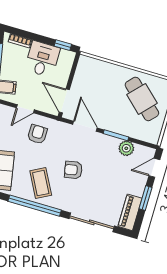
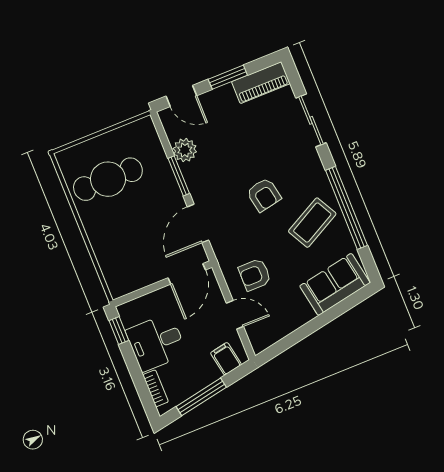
cafe table: (142, 99) -> (108, 179), turned 47
sliding door: (92, 222) -> (311, 120), width x0.73

